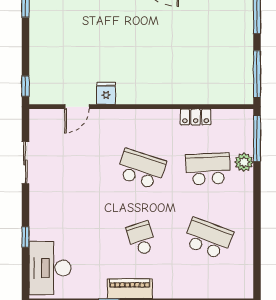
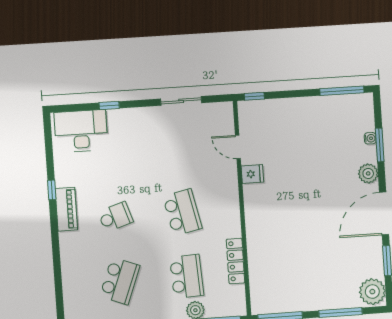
locker: (196, 117) -> (236, 261), width x1.53
school desk: (141, 169) -> (182, 212), turned -30

